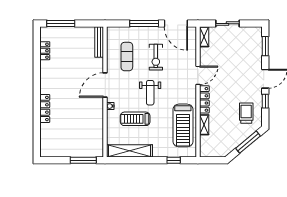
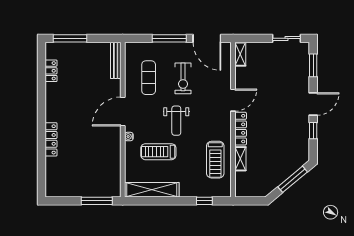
sliding door: (228, 24) -> (286, 38), moved
trolley: (246, 113) -> (290, 145), removed
treadmill: (183, 125) -> (215, 160), width x0.73, depth x0.73

